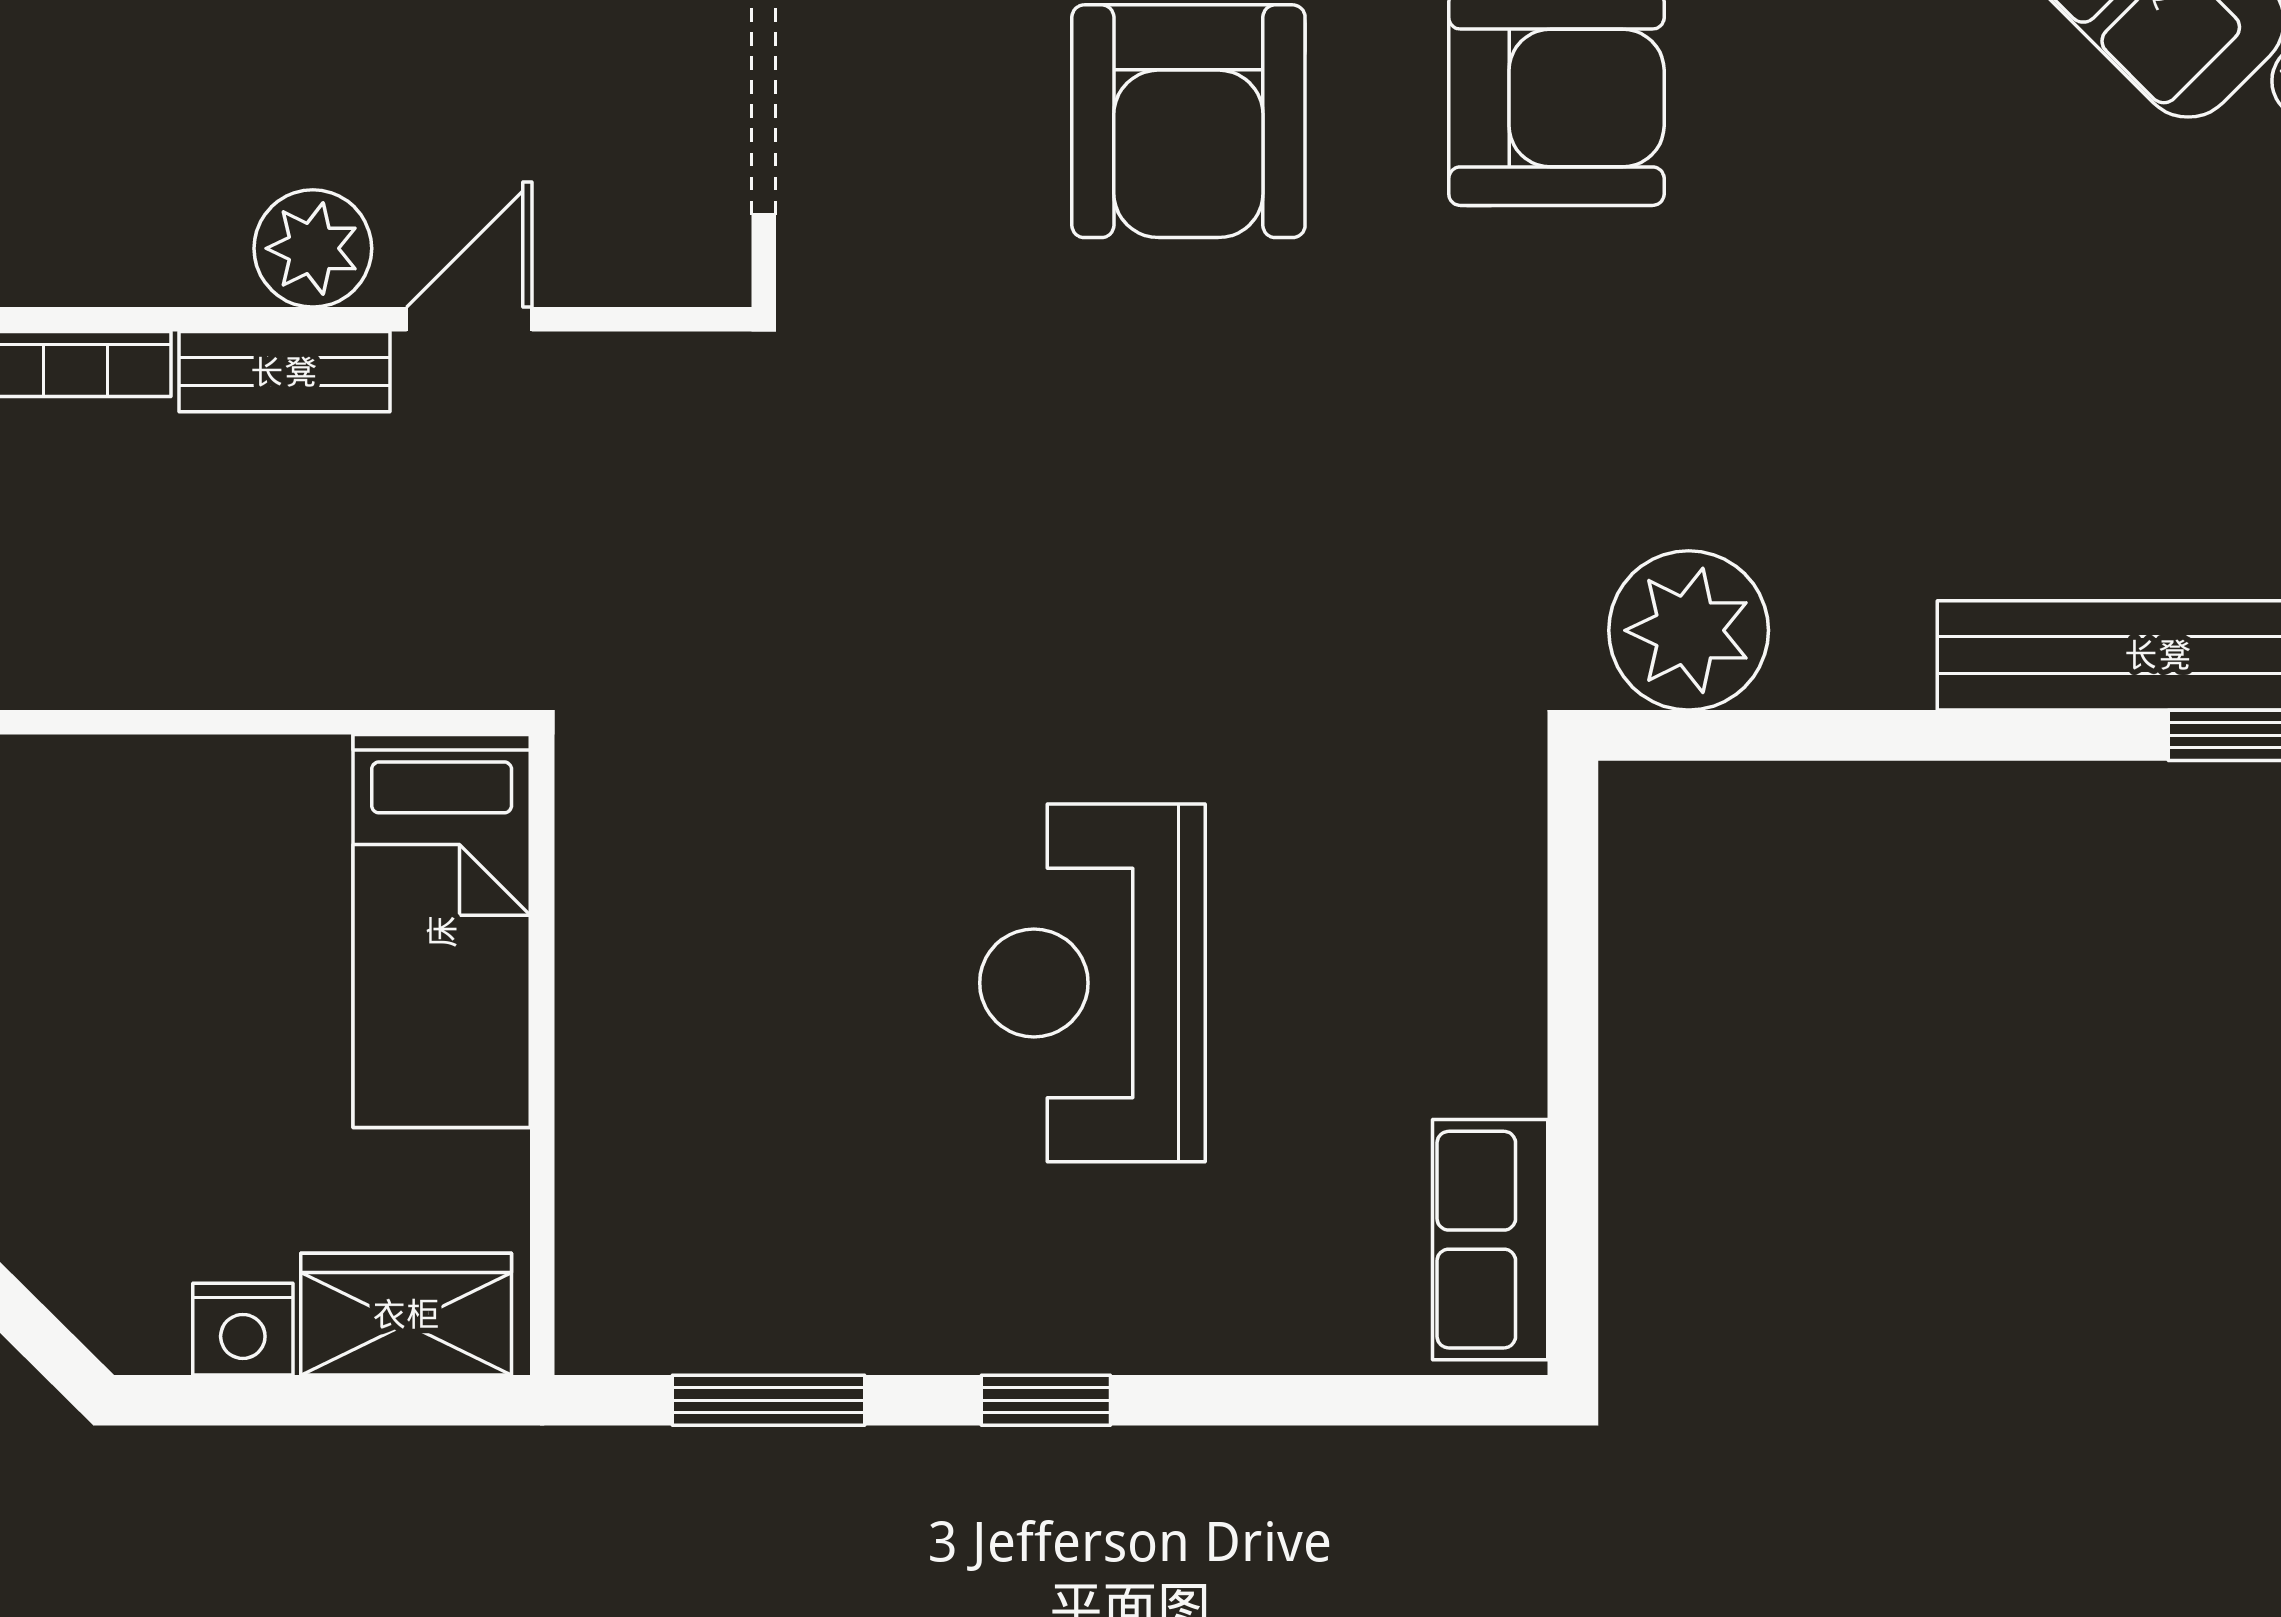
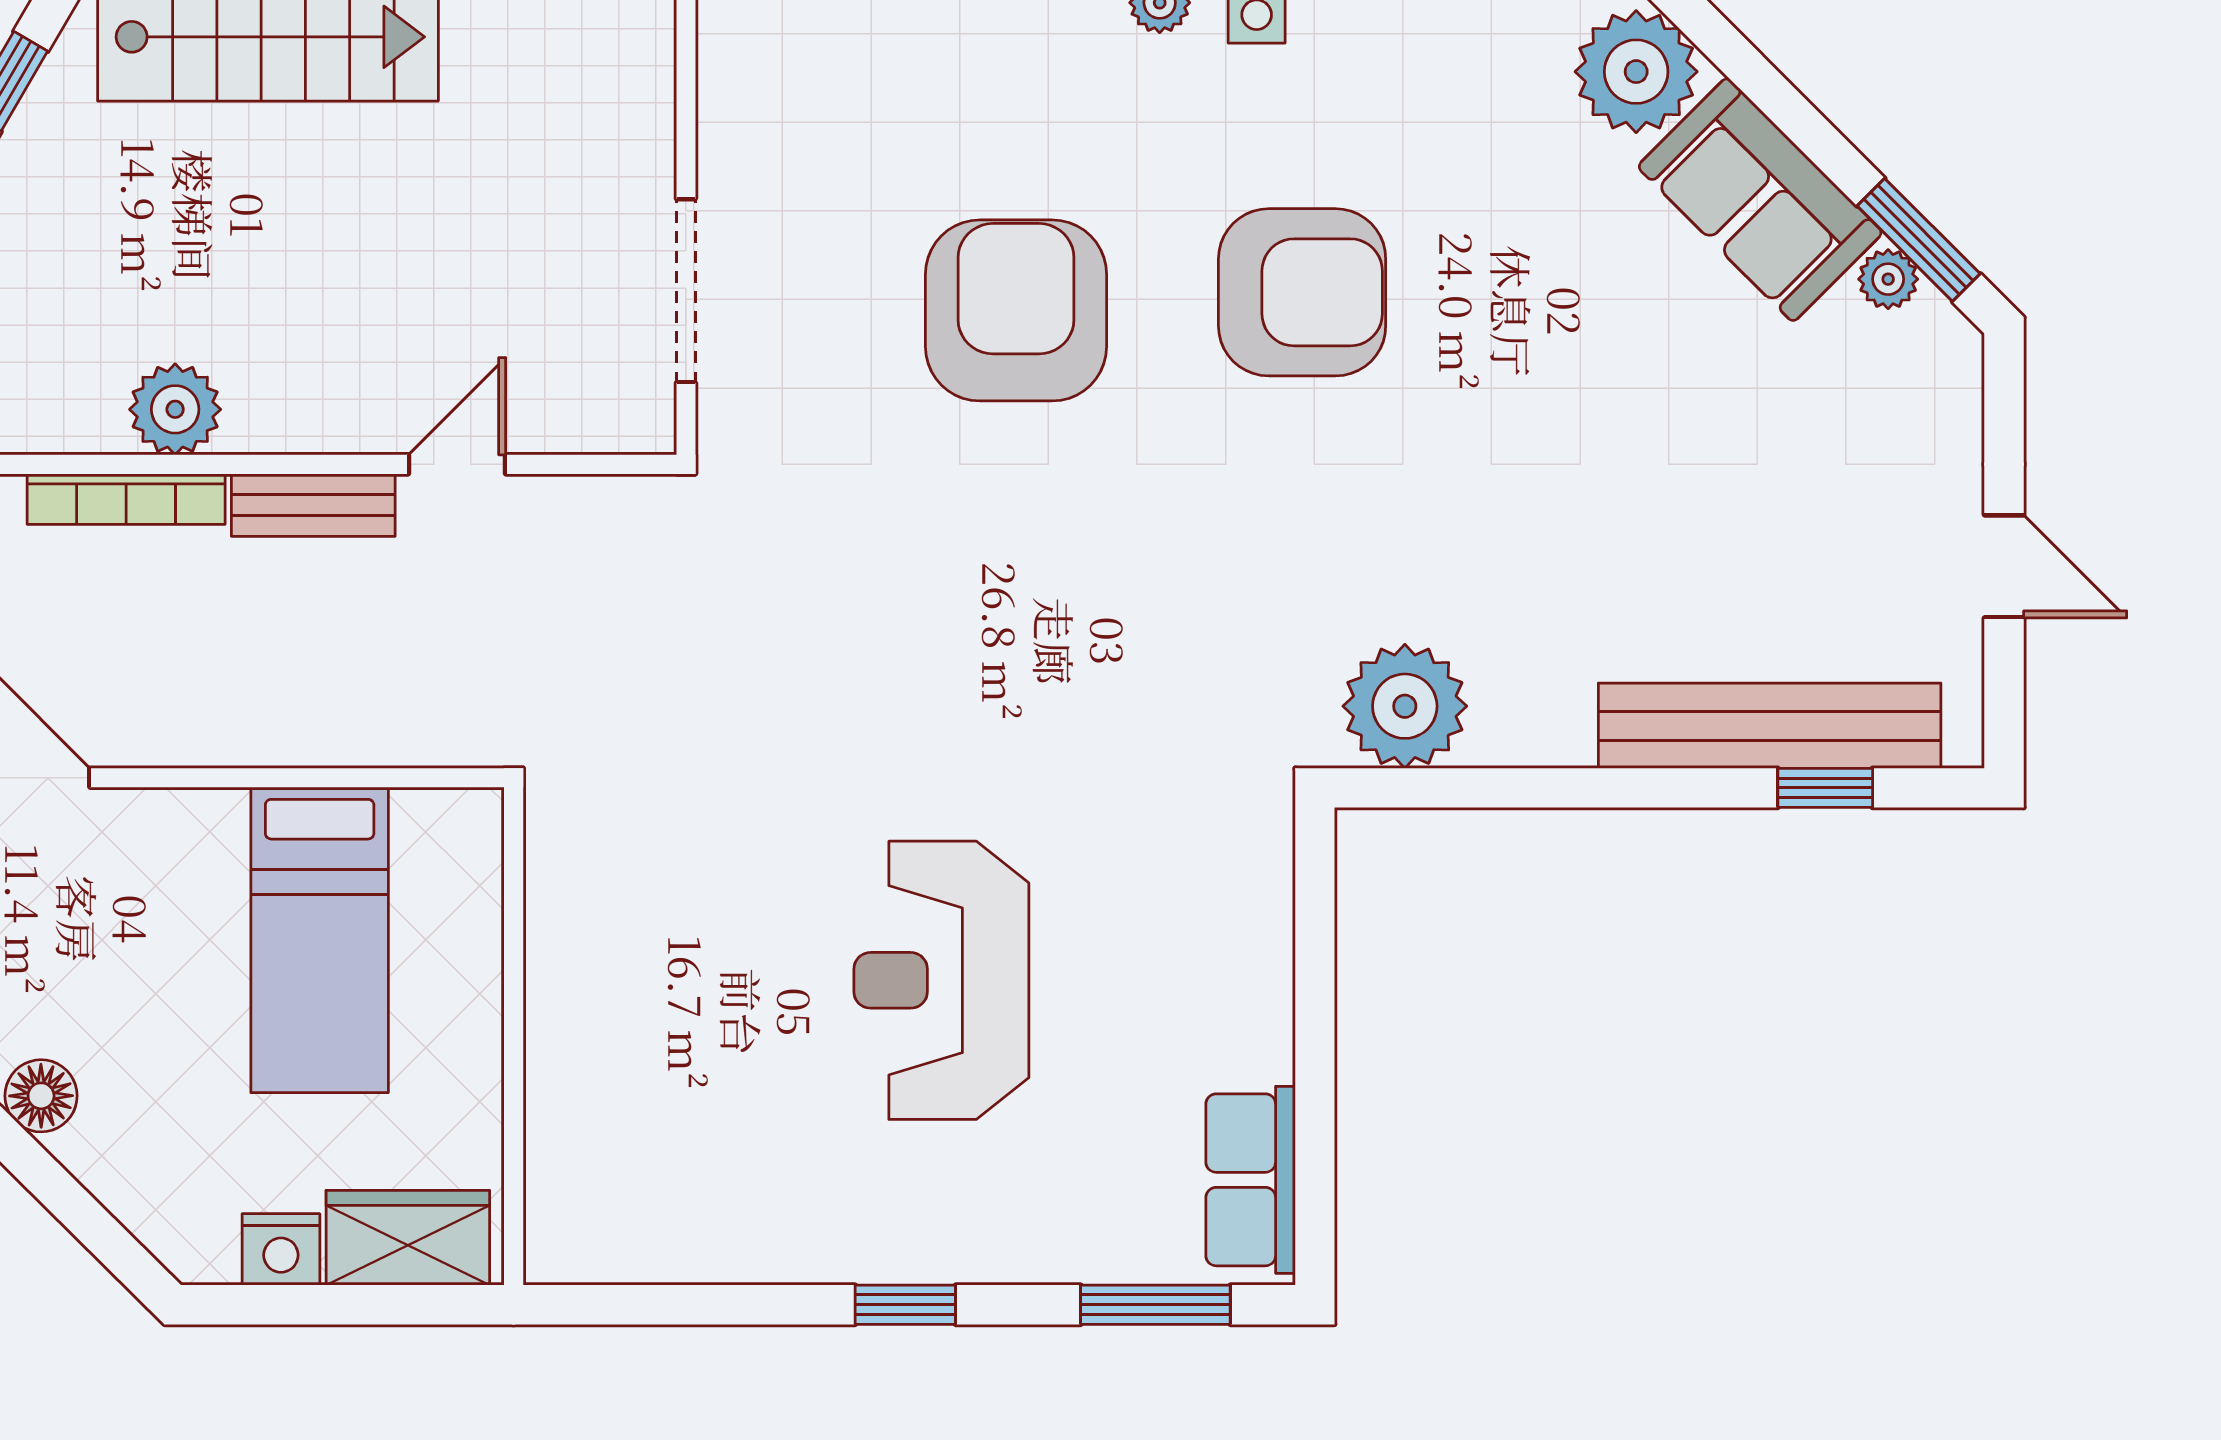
armchair: (1188, 121) -> (1016, 310), turned 180
plant: (313, 248) -> (175, 409), moved
bed: (442, 931) -> (320, 940), moved
window: (769, 1400) -> (1155, 1305), moved

